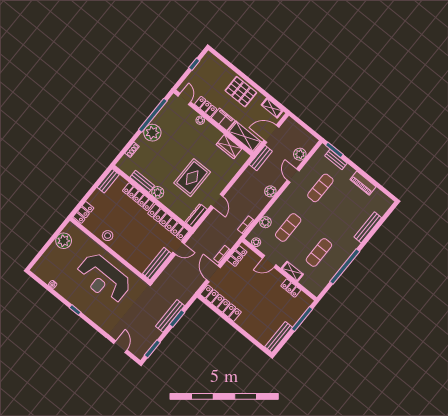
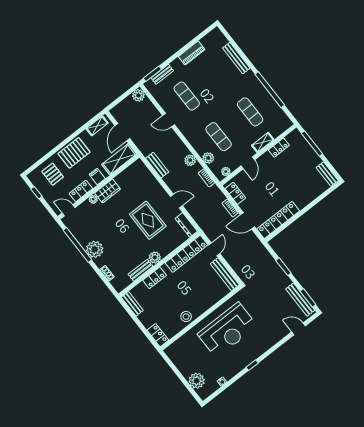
pallet: (216, 76) -> (53, 174), added
filing cabinet: (223, 119) -> (97, 177), width x0.50
wardrobe: (229, 147) -> (108, 191), moved
plant: (300, 154) -> (138, 95), moved
bench: (261, 158) -> (157, 165), moved
plant: (270, 191) -> (190, 160), moved
locker: (138, 197) -> (155, 278), width x0.66
plant: (64, 241) -> (197, 381), moved
bench: (170, 316) -> (300, 300), moved
bench: (279, 337) -> (327, 174), width x0.73

